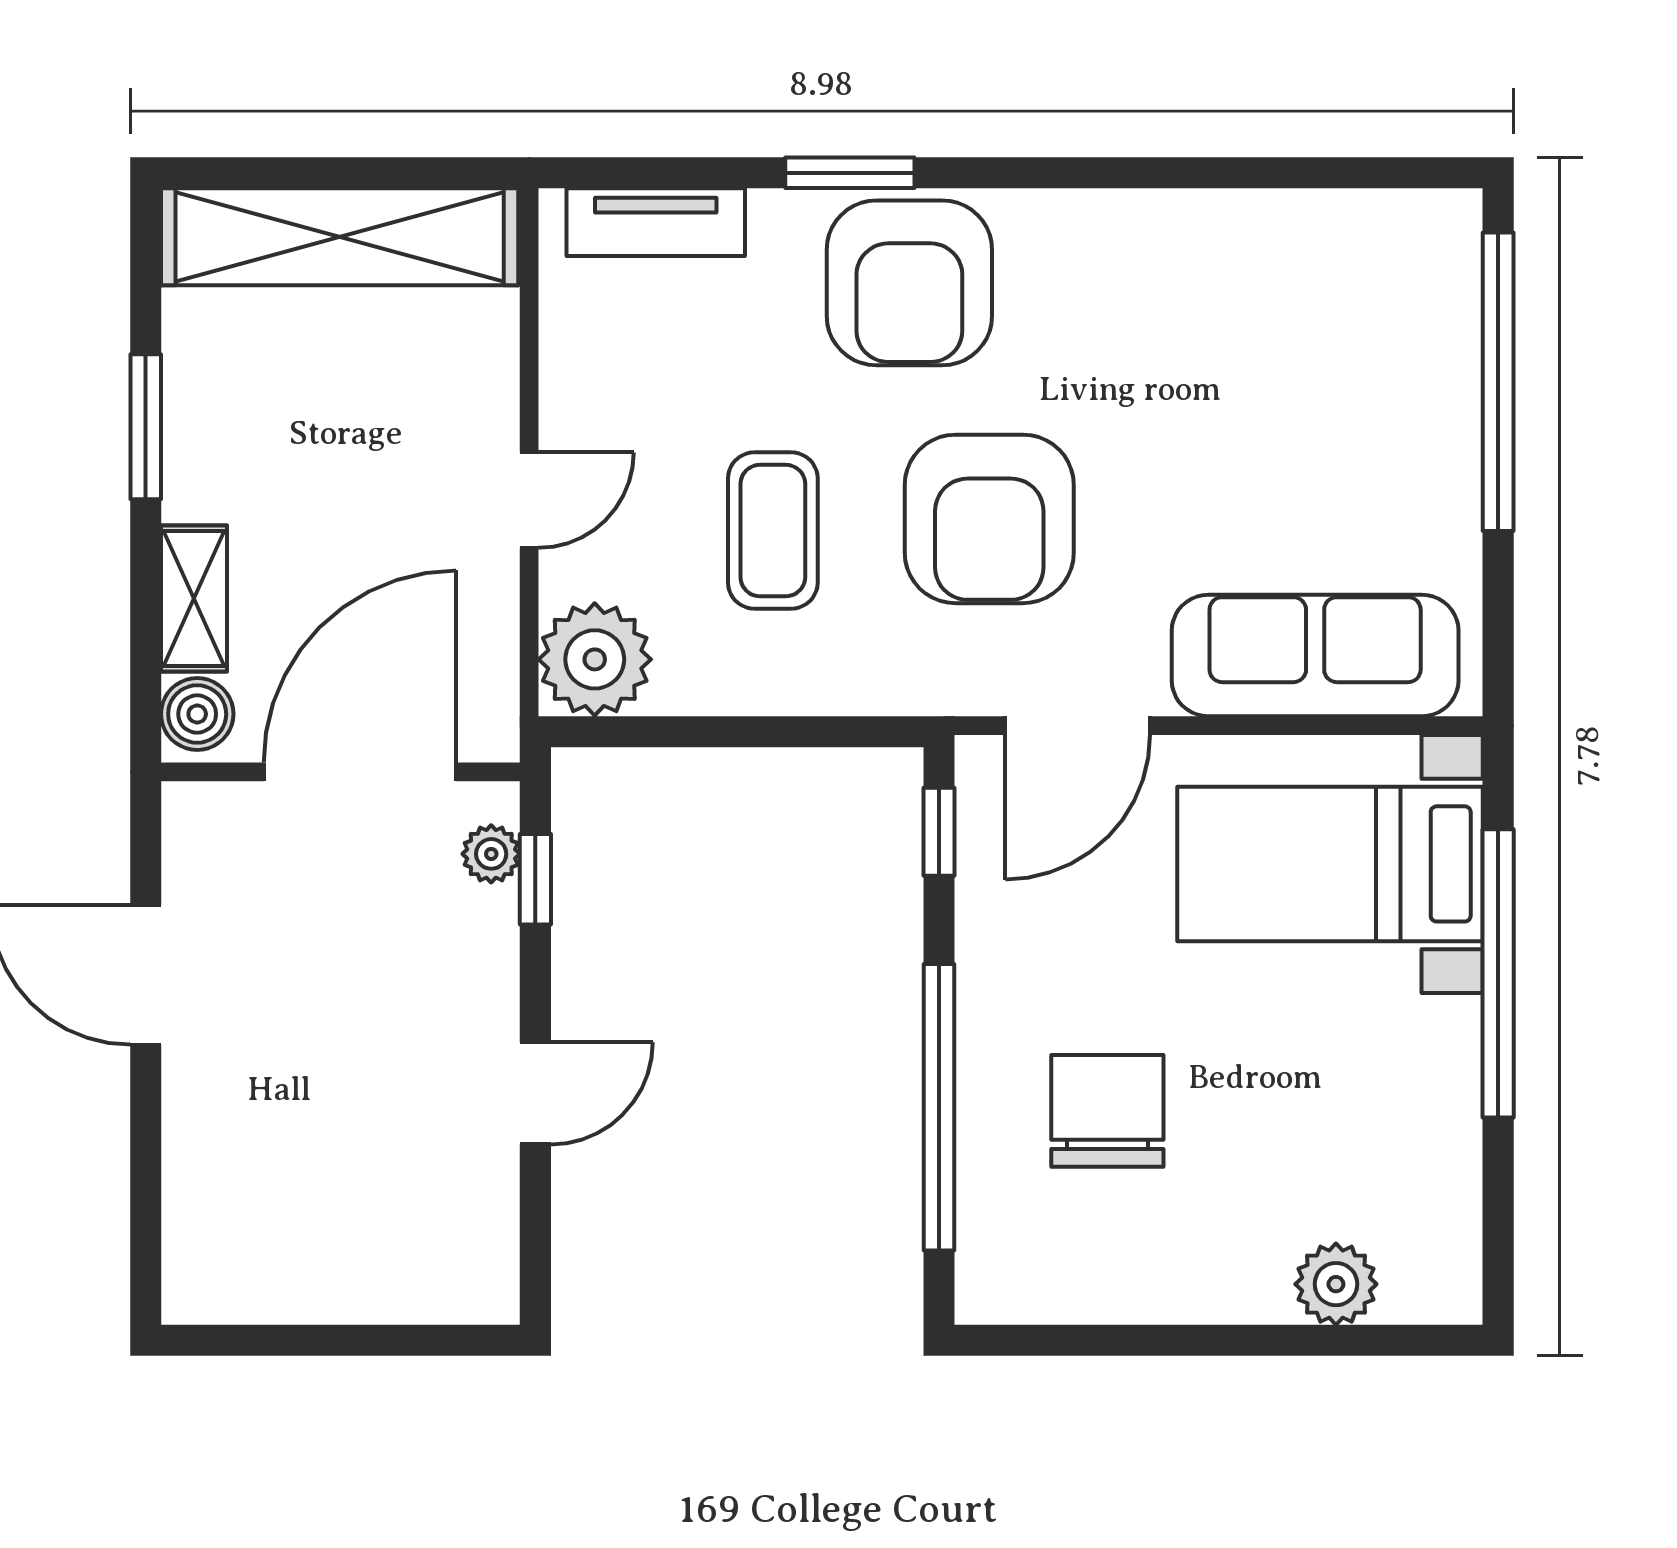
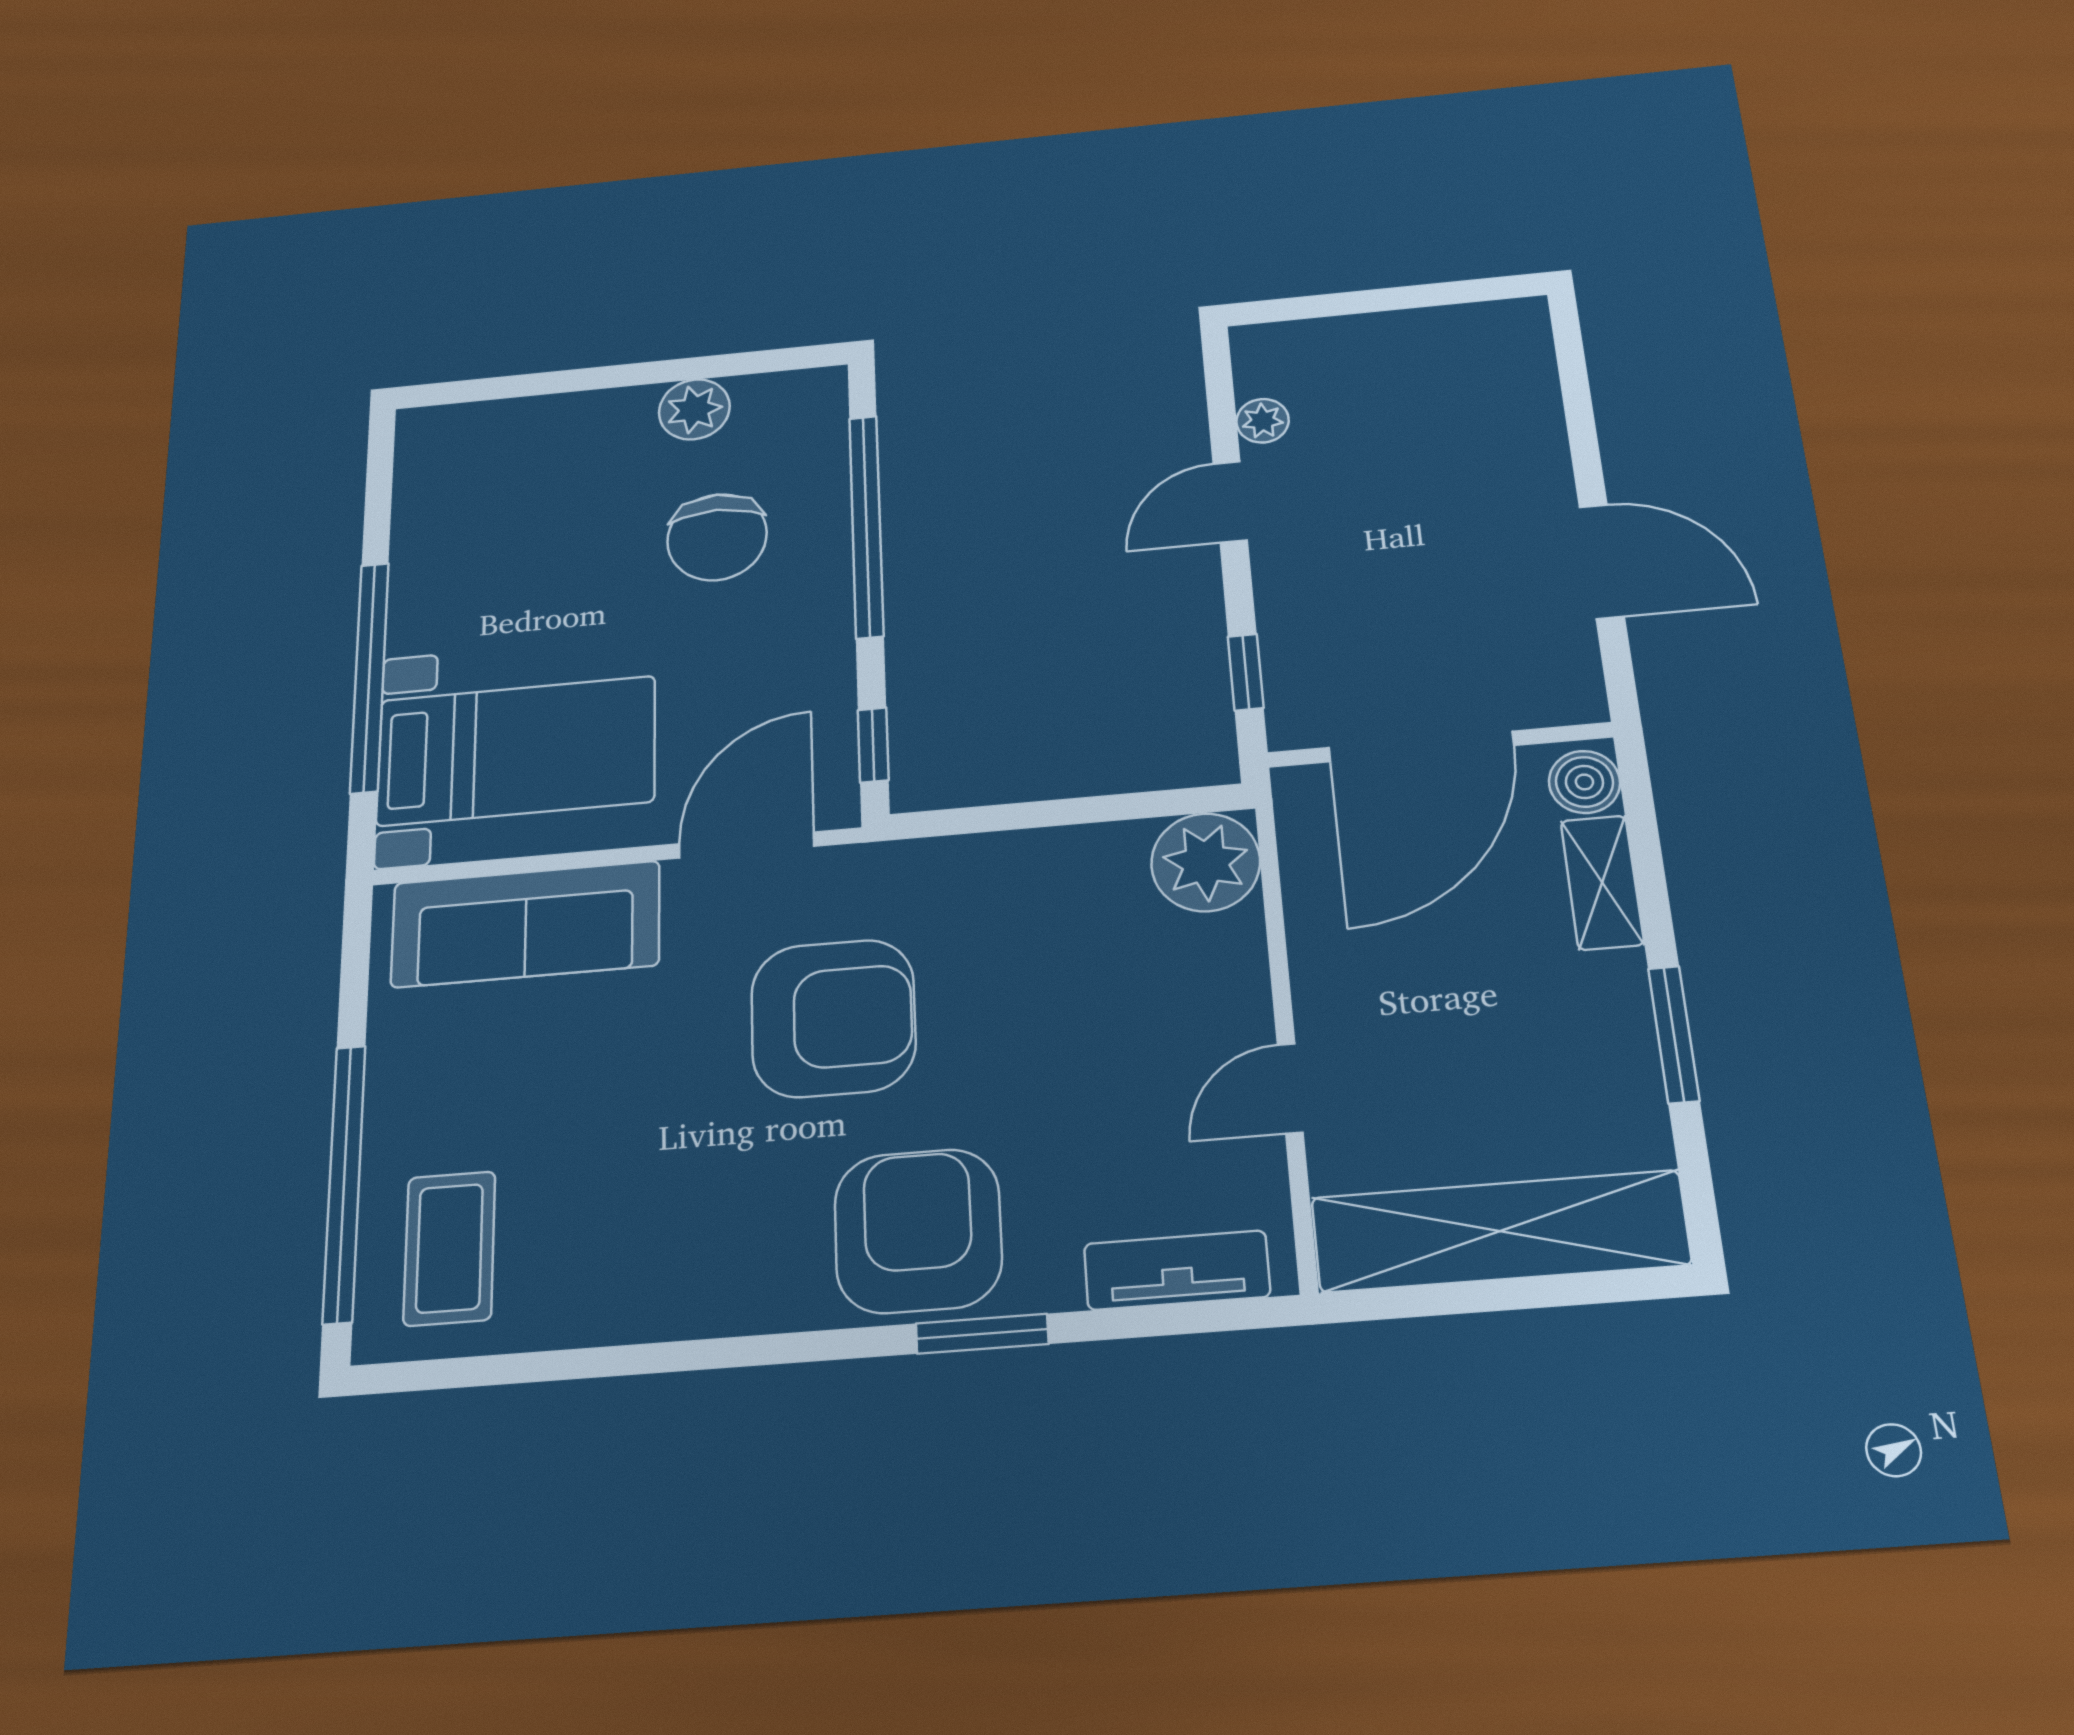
door: (529, 500) -> (1290, 1089), moved
armchair: (989, 519) -> (833, 1018), turned 90
coffee table: (773, 531) -> (450, 1248), moved
plant: (491, 854) -> (1263, 421), moved
plant: (1336, 1284) -> (694, 409), moved

